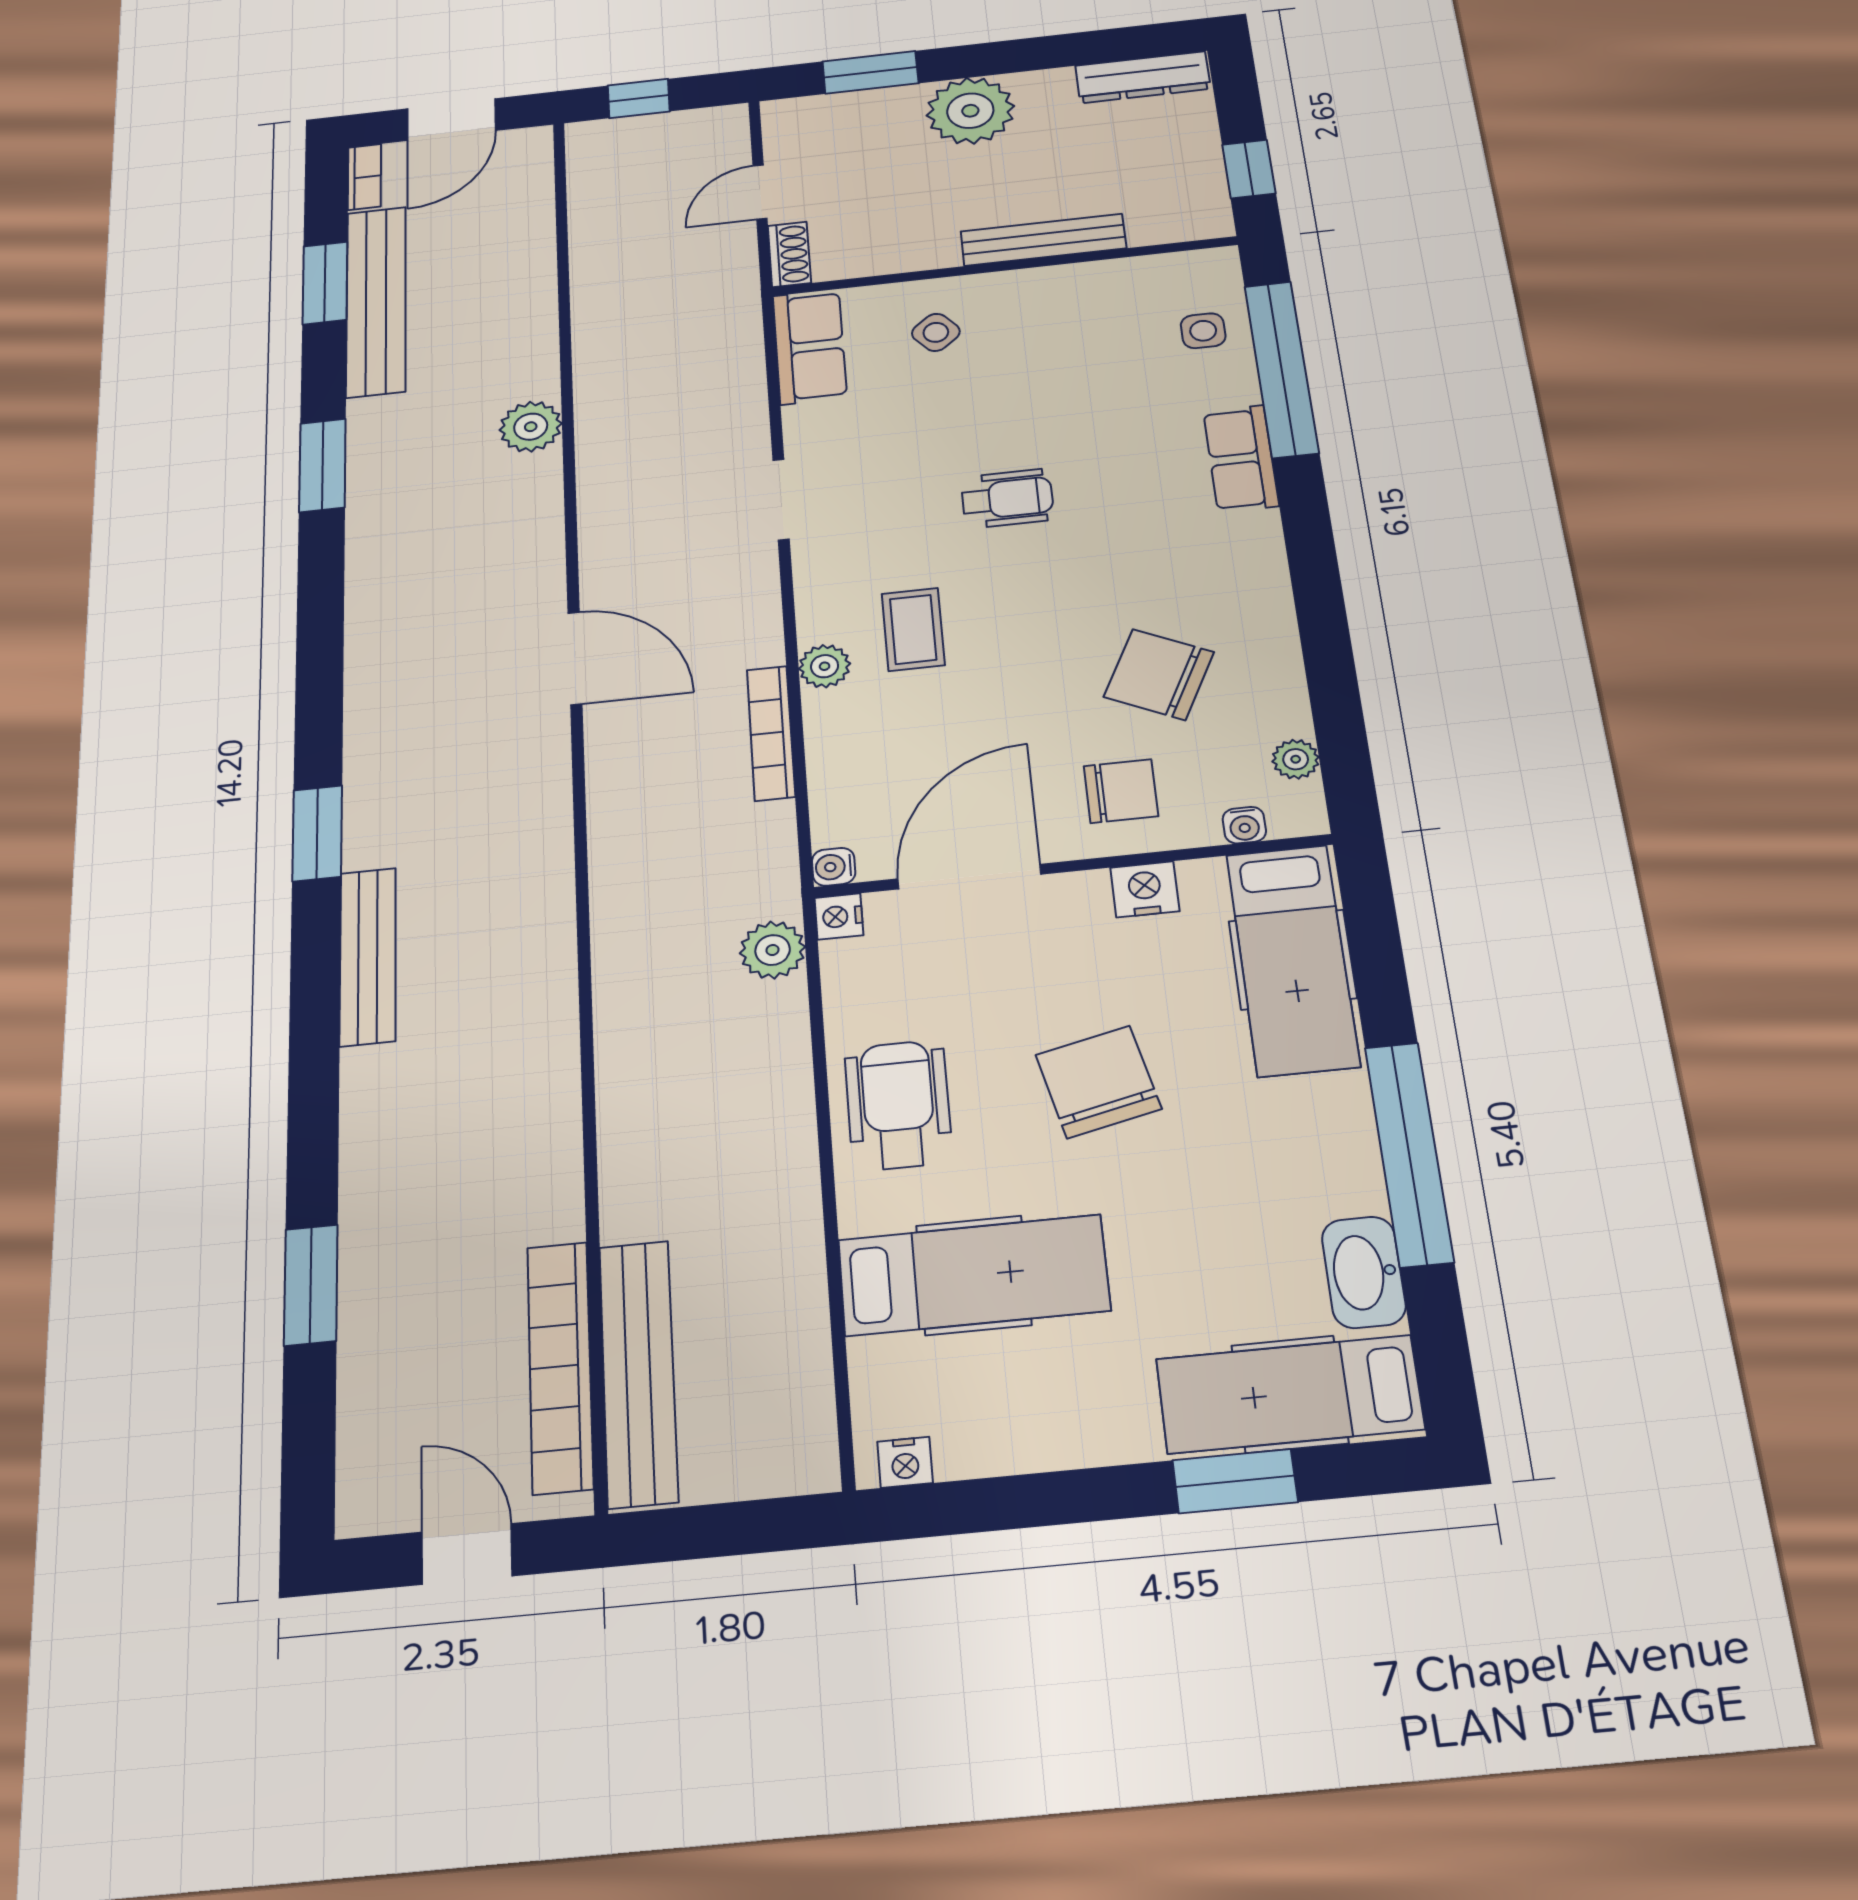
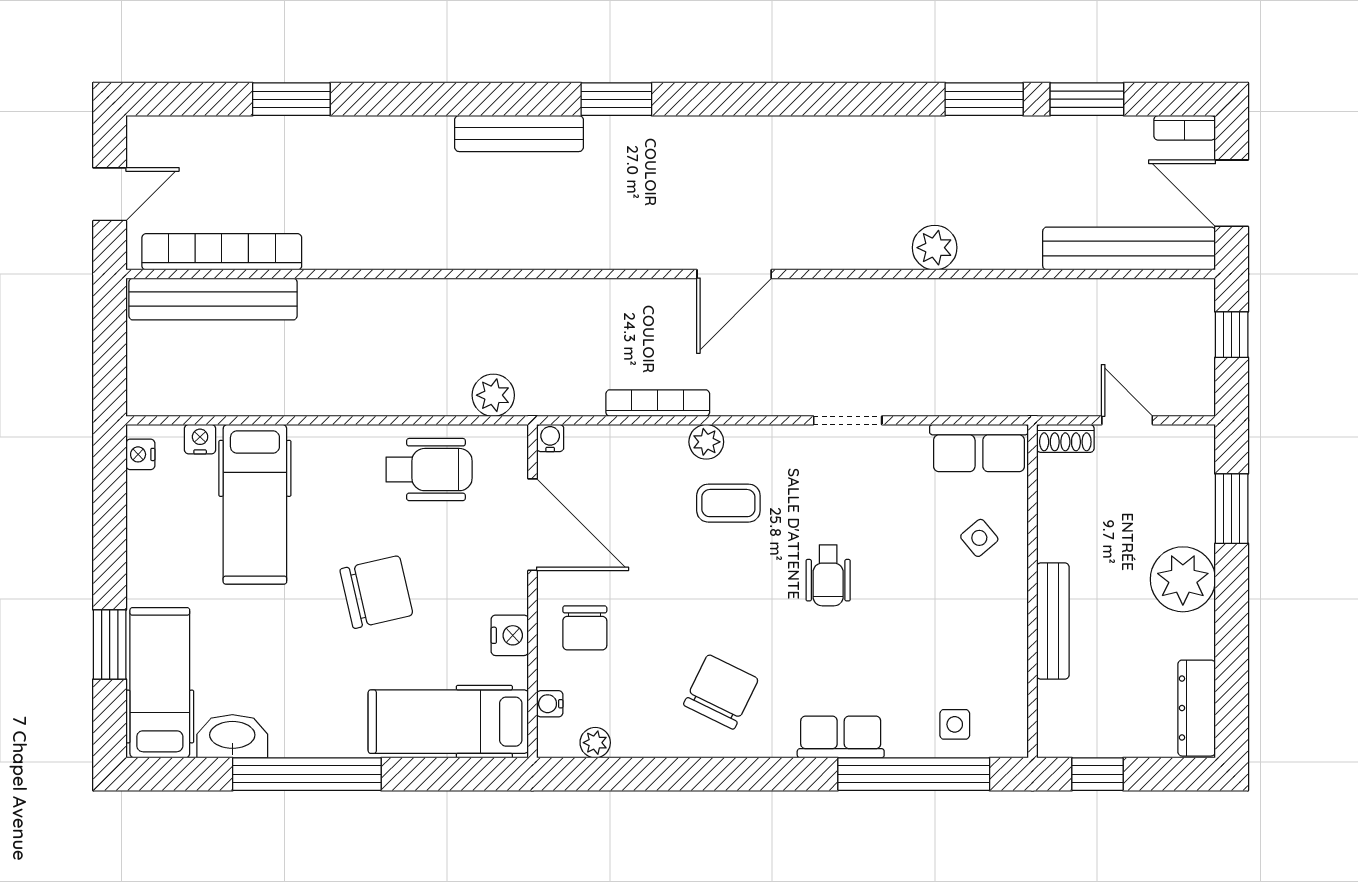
bench: (376, 301) -> (1129, 248), moved
window: (322, 465) -> (984, 99), moved
chair: (1159, 674) -> (721, 692), moved
nightstand: (839, 917) -> (200, 439), moved
wheelchair: (898, 1105) -> (429, 470), moved

